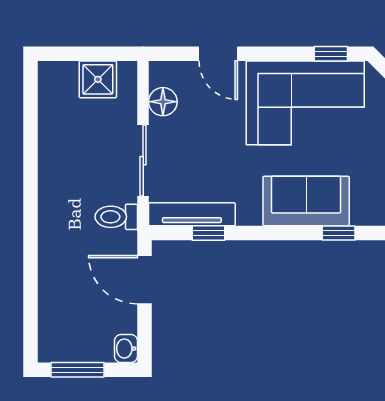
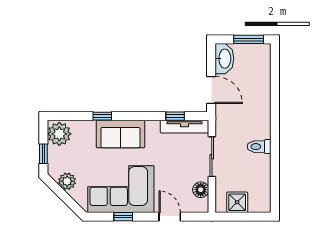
window: (331, 54) -> (123, 217), moved
toilet: (116, 217) -> (259, 147), moved, turned 180
washbasin: (126, 349) -> (224, 59), width x1.91, depth x1.45

